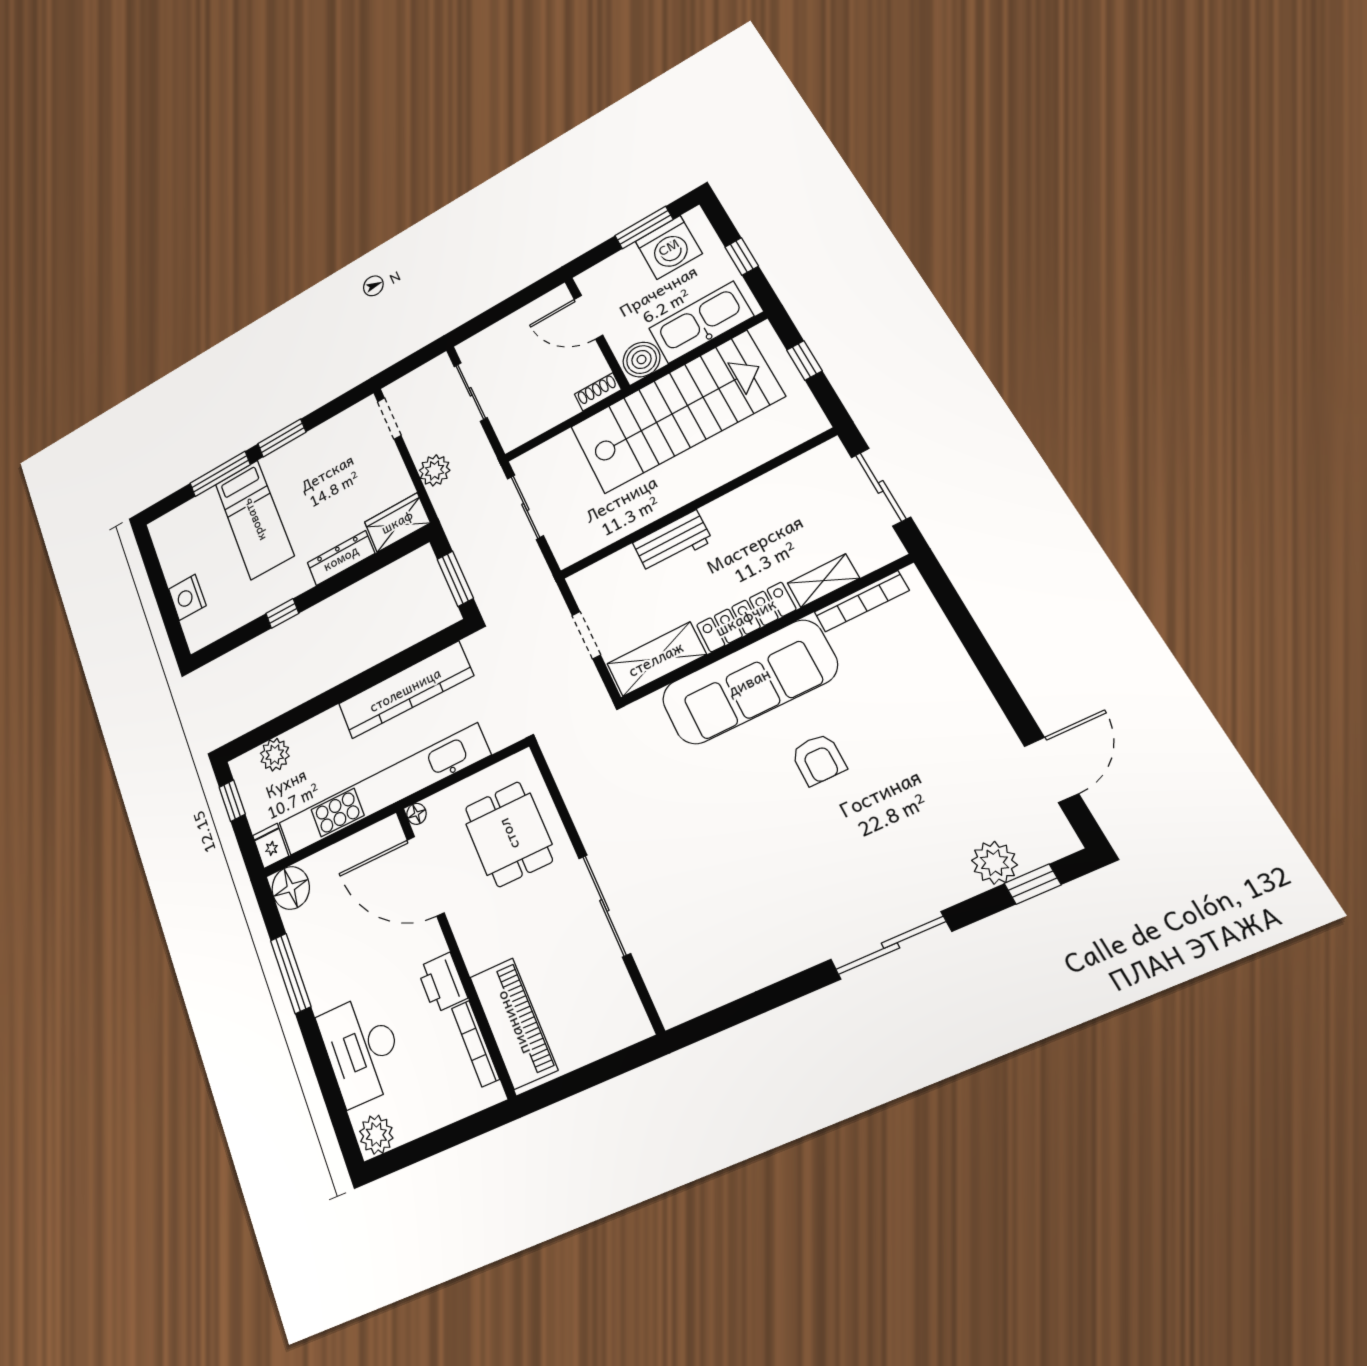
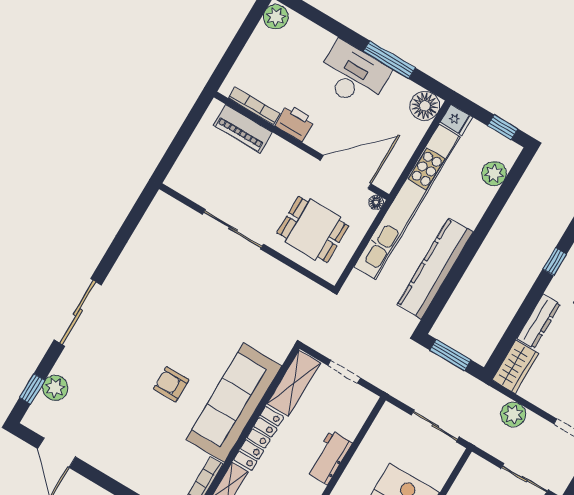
piano: (513, 1023) -> (243, 129), width x0.73, depth x0.75
desk: (362, 1049) -> (353, 75), moved

